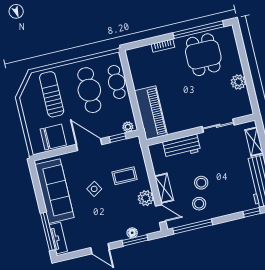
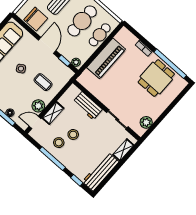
plant: (238, 82) -> (146, 122), moved
piano: (151, 113) -> (106, 58), moved
door: (161, 214) -> (35, 122), swing flipped
window: (193, 227) -> (52, 159), moved

